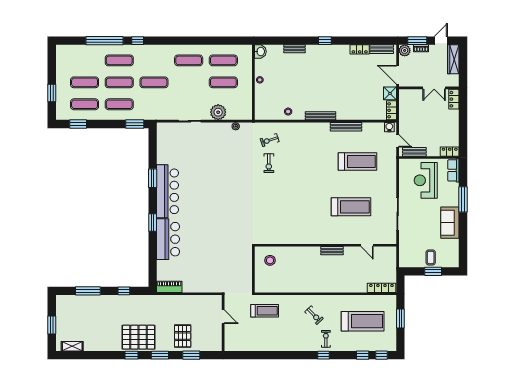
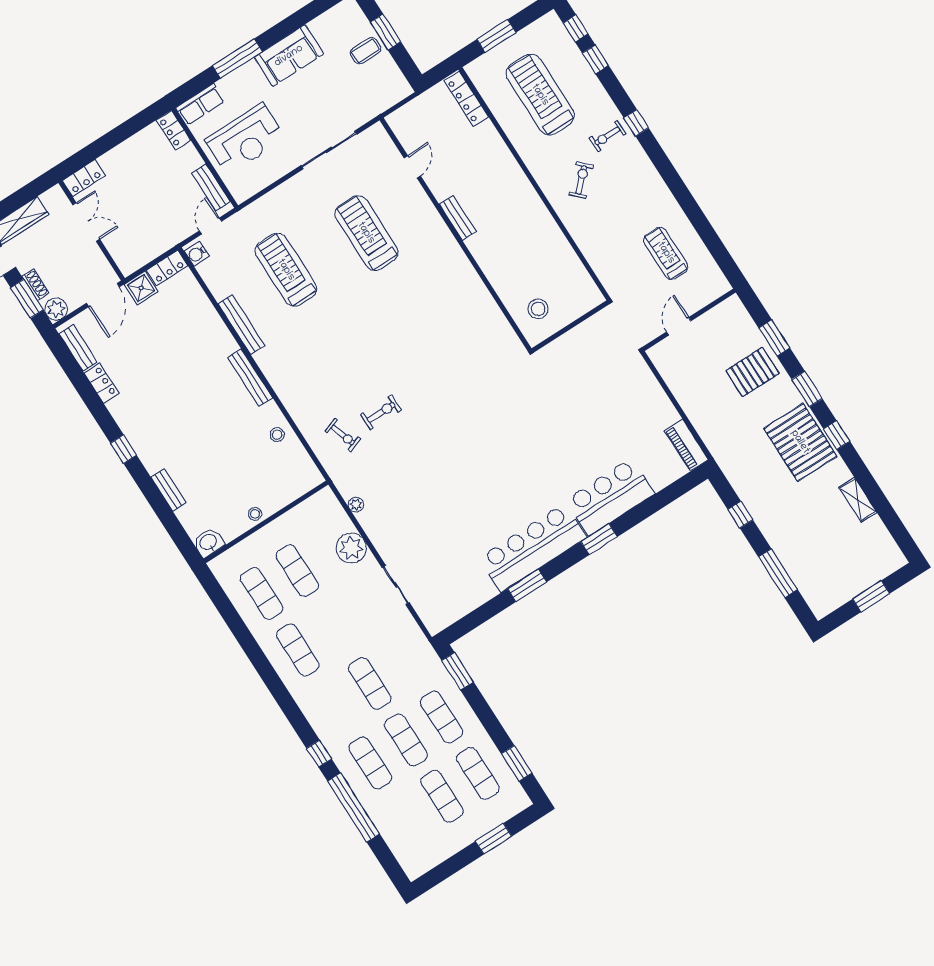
treadmill: (265, 311) -> (666, 253), moved
shelving: (72, 346) -> (858, 500), moved

